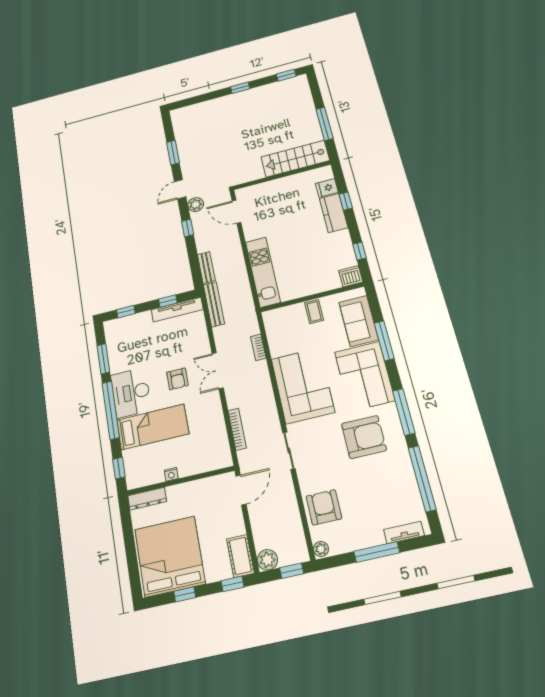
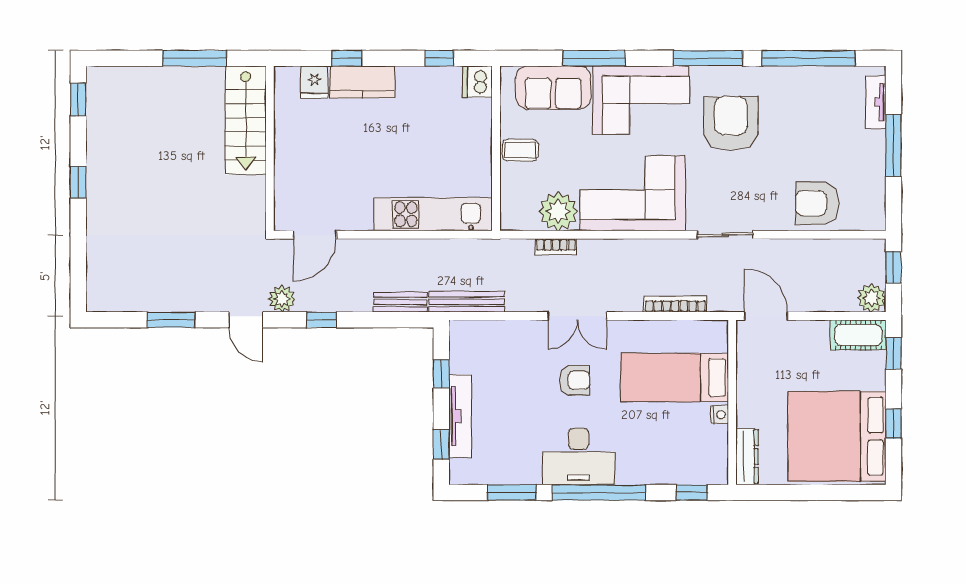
tv unit: (177, 310) -> (460, 416), moved
bed: (153, 427) -> (675, 378), moved, turned -90
plant: (321, 549) -> (558, 211), moved, width x1.87, depth x1.87

